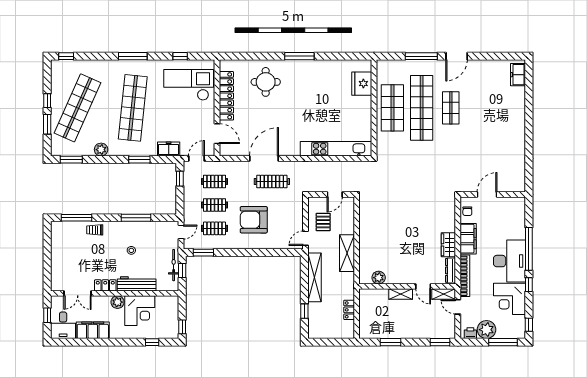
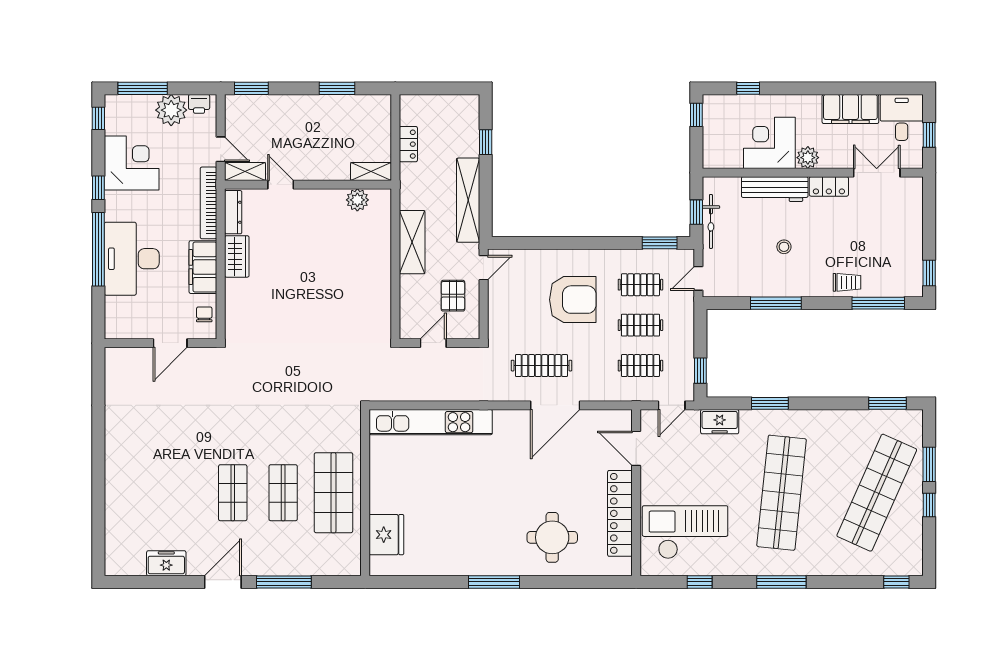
freezer: (518, 75) -> (166, 563), moved, turned -90
checkout: (189, 85) -> (685, 532), turned 180
shop shelf: (422, 108) -> (283, 493), width x0.50, depth x0.74
plant: (101, 150) -> (836, 421), removed
window: (47, 235) -> (929, 273), added
desk: (509, 261) -> (132, 259), moved
shelving: (401, 294) -> (371, 171), moved

